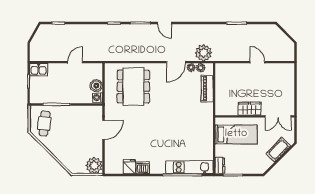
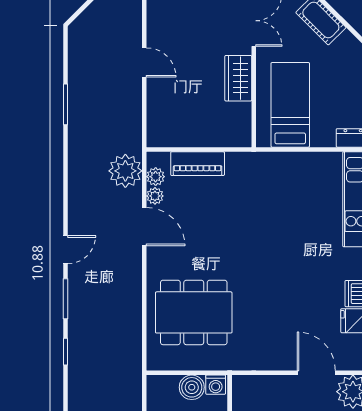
door: (257, 62) -> (144, 62), swing flipped
door: (104, 130) -> (316, 373), moved

